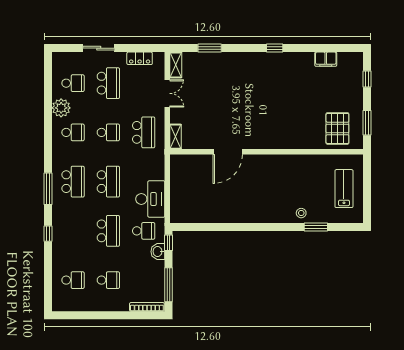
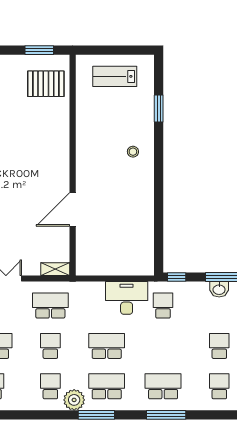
plant: (61, 108) -> (74, 400), moved
door: (228, 152) -> (73, 209), swing flipped
window: (48, 189) -> (96, 415), moved
stool: (301, 213) -> (133, 152), moved
school desk: (108, 231) -> (163, 386), moved
window: (48, 234) -> (166, 415), width x2.17
washbasin: (158, 252) -> (219, 289), moved

